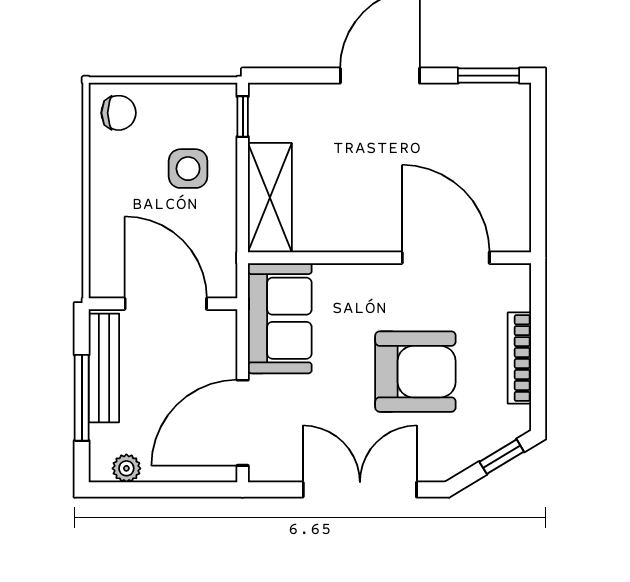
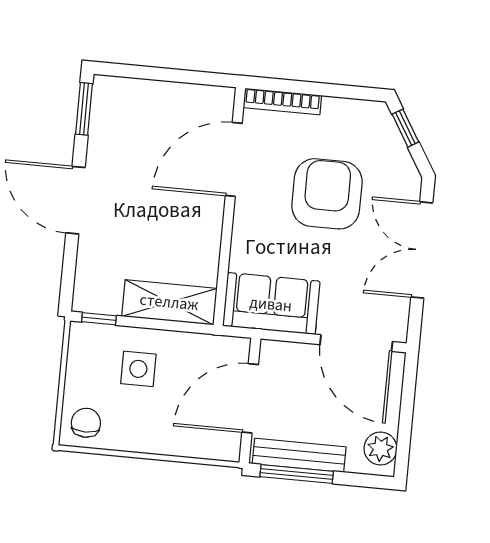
bookcase: (519, 358) -> (282, 102), moved
window: (82, 398) -> (297, 474), moved
plant: (126, 468) -> (380, 448), width x1.38, depth x1.38

